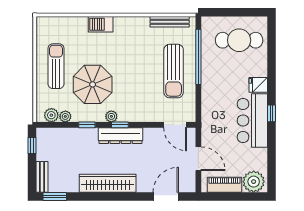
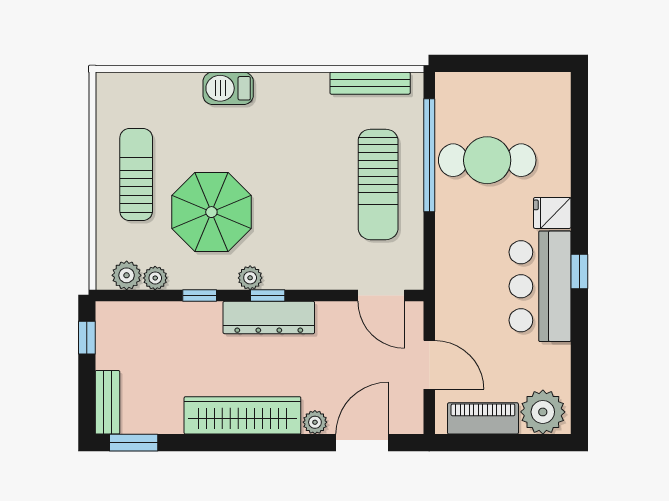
cafe table: (239, 40) -> (487, 160), moved
plant: (143, 187) -> (315, 422), added

